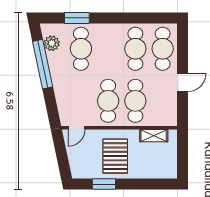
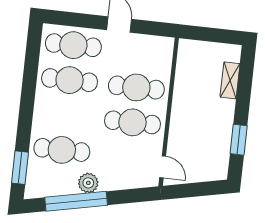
window: (77, 18) -> (20, 168), moved
plant: (52, 43) -> (88, 183), moved
shelving: (154, 136) -> (230, 80), moved
pallet: (115, 156) -> (204, 121), removed

